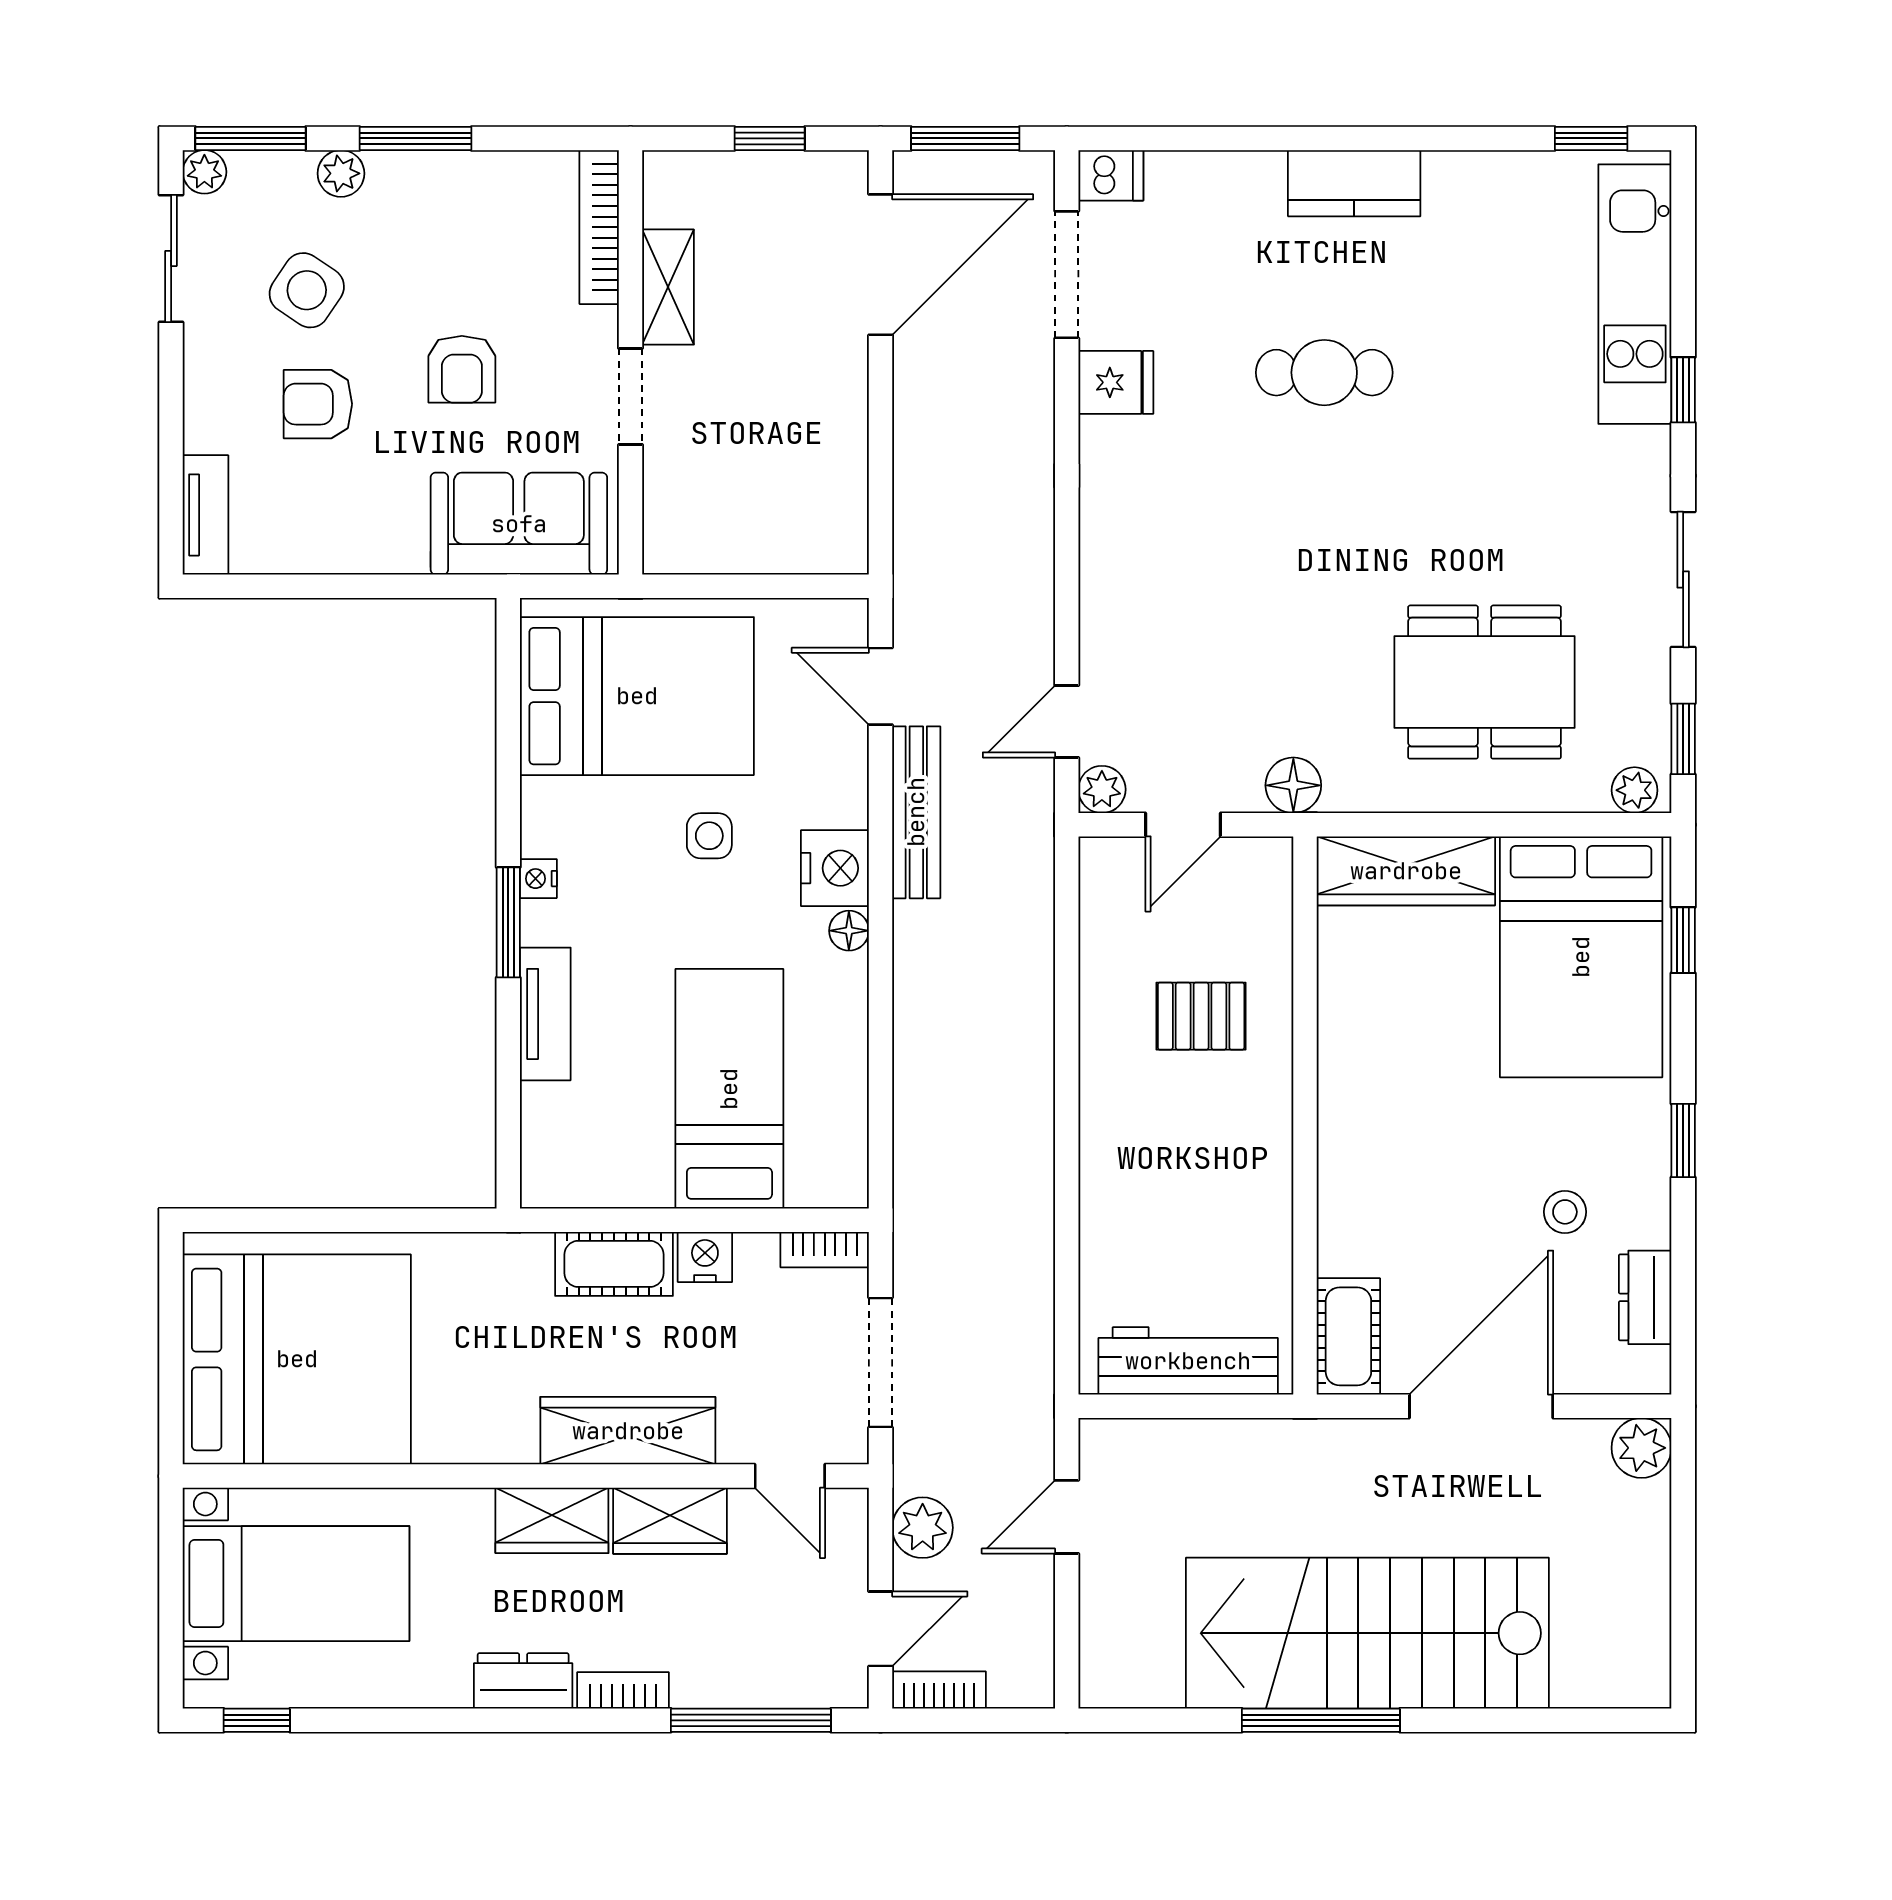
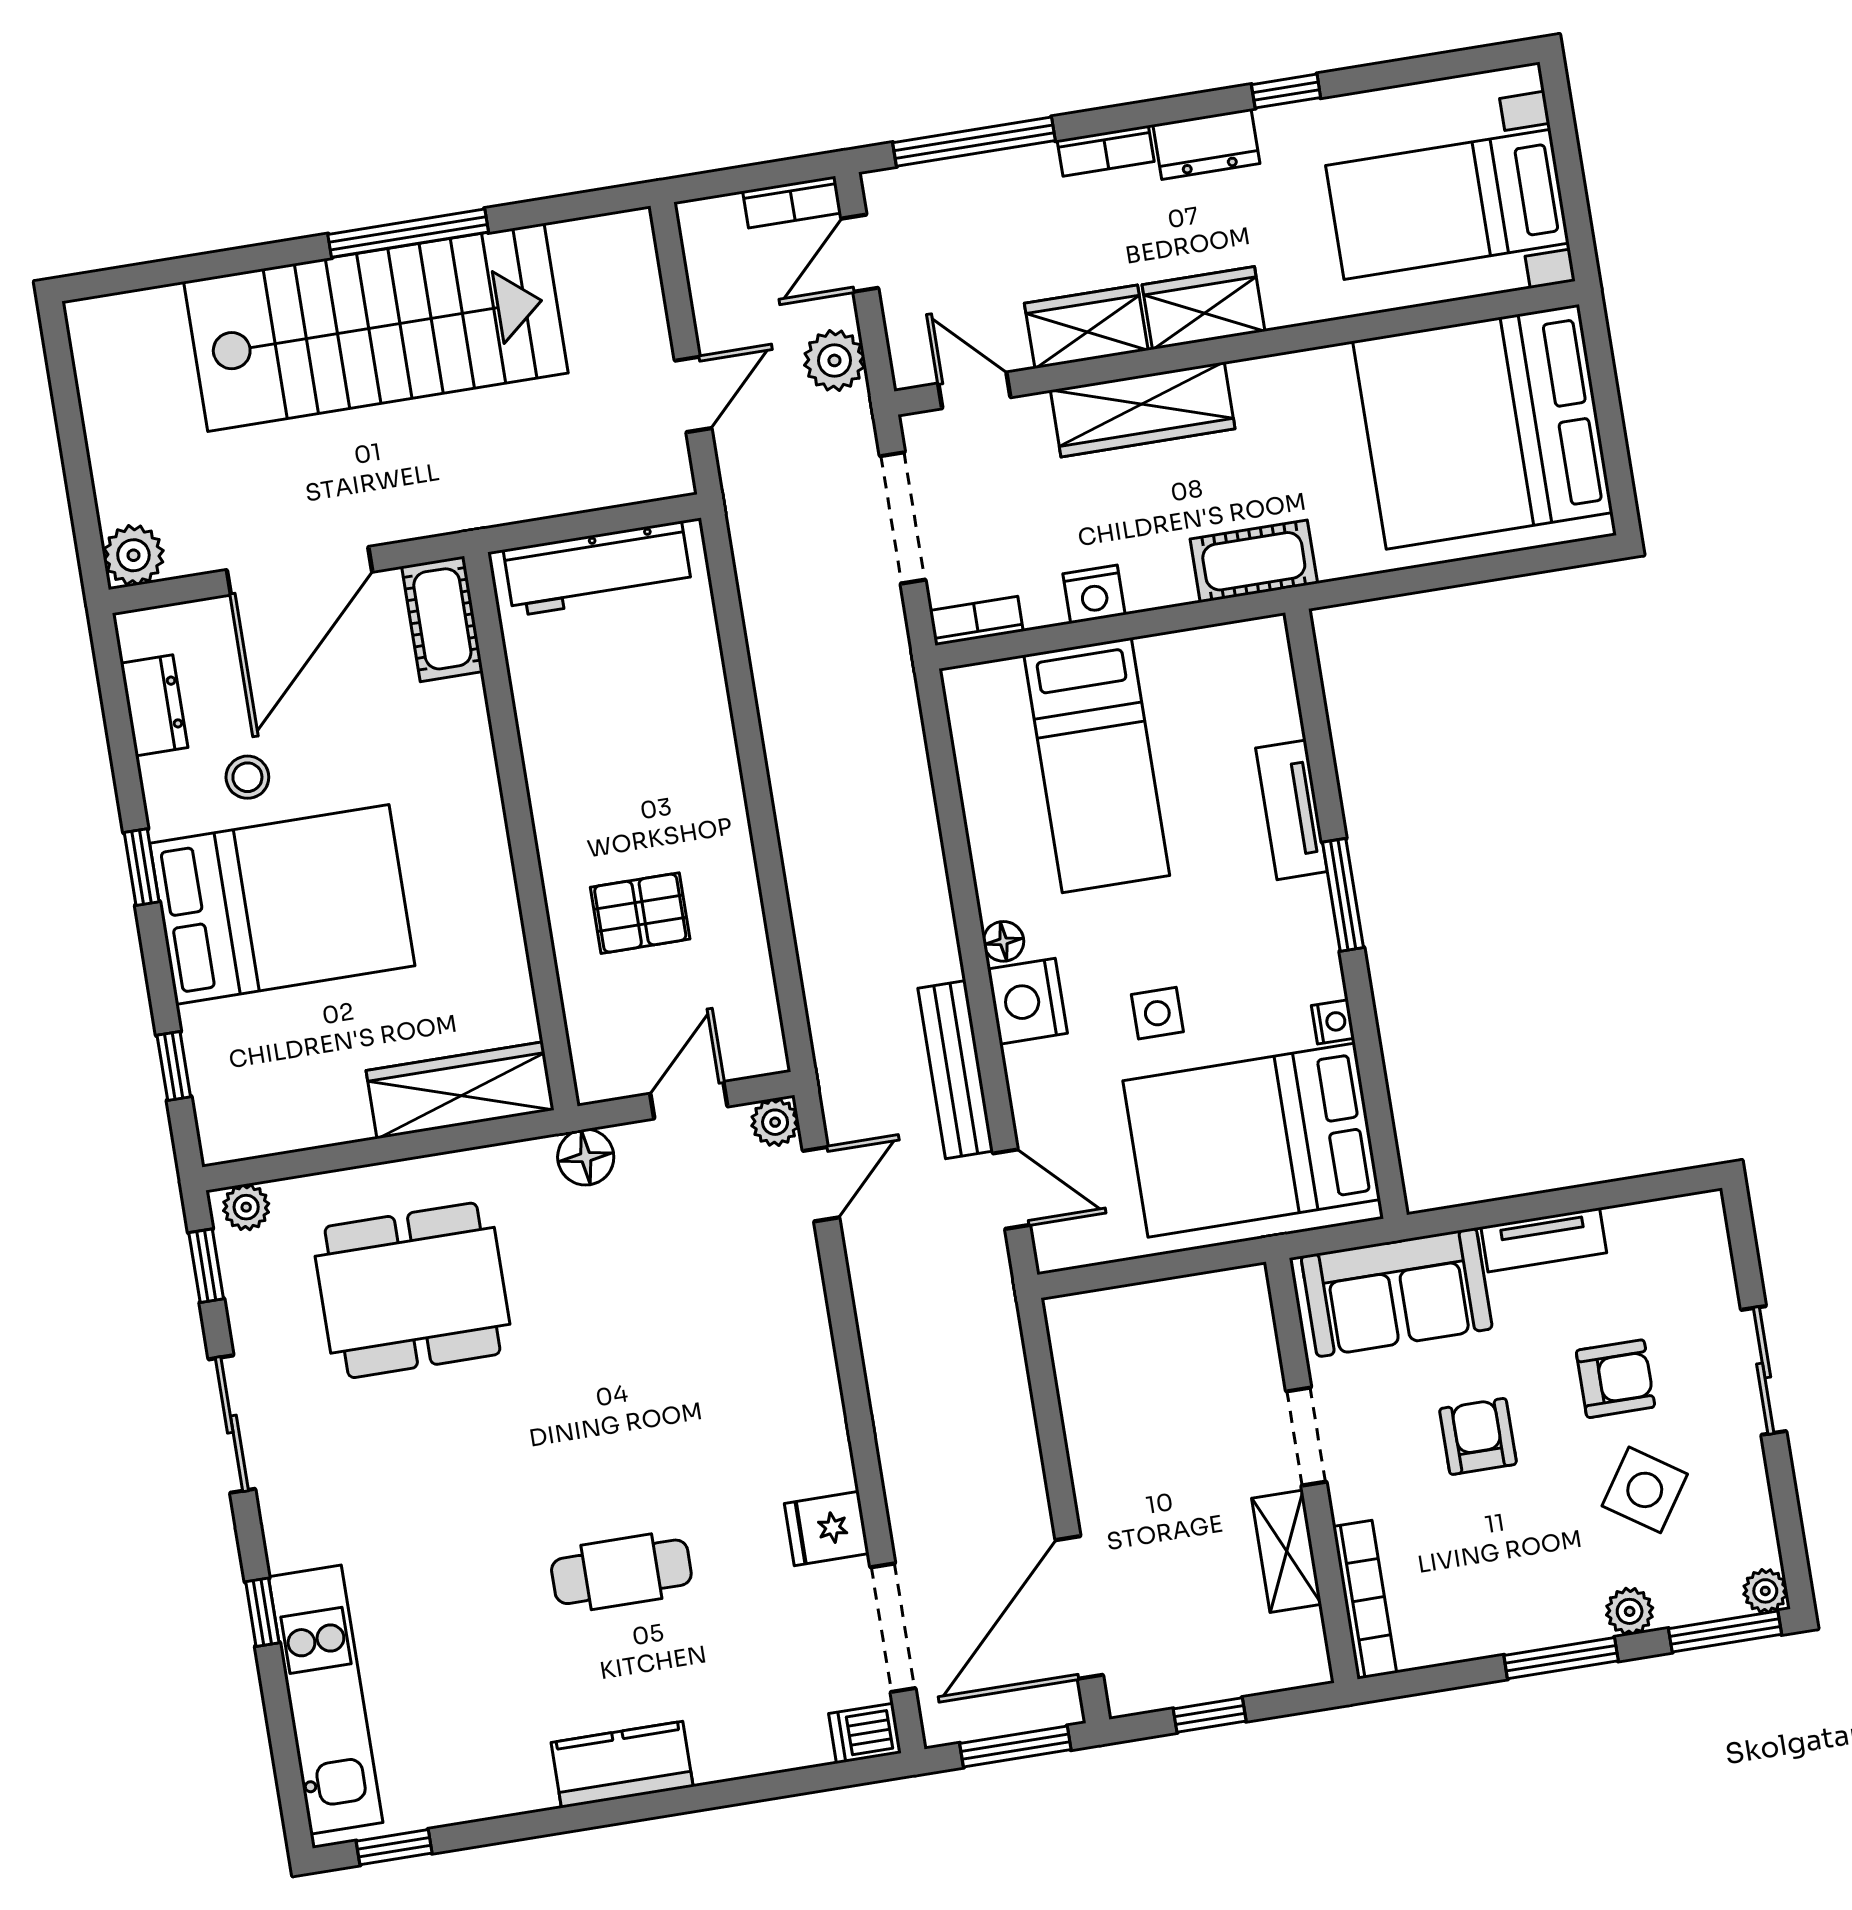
sliding door: (171, 258) -> (1764, 1370), moved
tv unit: (205, 515) -> (1544, 1240), moved, turned -90
nightstand: (538, 879) -> (1333, 1022), moved
bed: (1581, 957) -> (282, 904), moved, turned 90
cot: (614, 1264) -> (1254, 561), moved
window: (257, 1720) -> (1286, 91), moved

